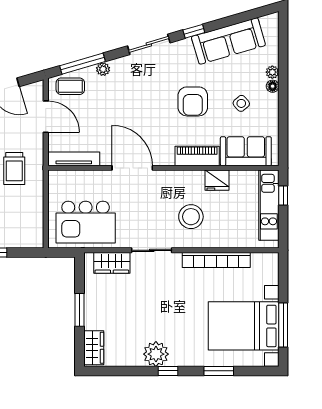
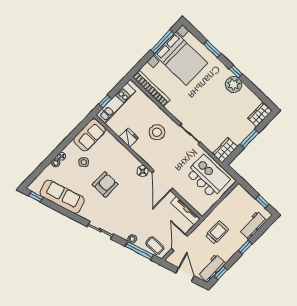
window: (194, 31) -> (36, 196), moved
sofa: (246, 151) -> (90, 135), moved, turned -90
piano: (197, 156) -> (127, 157), removed
floor lamp: (165, 157) -> (143, 171), added
bookcase: (216, 260) -> (151, 88), moved
wardrobe: (112, 263) -> (225, 150), moved, turned -90

